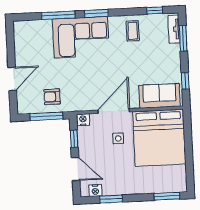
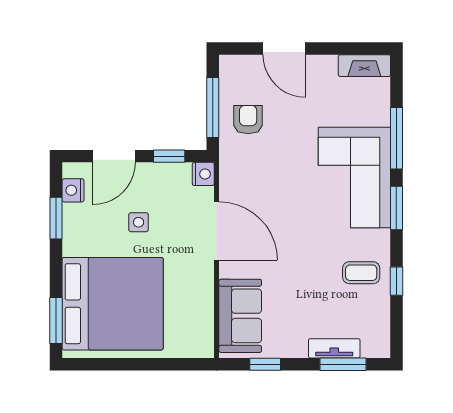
window: (155, 11) -> (396, 281), moved
tv unit: (174, 29) -> (334, 348), moved
fireplace: (19, 35) -> (364, 66), added
side table: (118, 138) -> (139, 222), moved
bed: (159, 138) -> (113, 304), moved, turned 180

